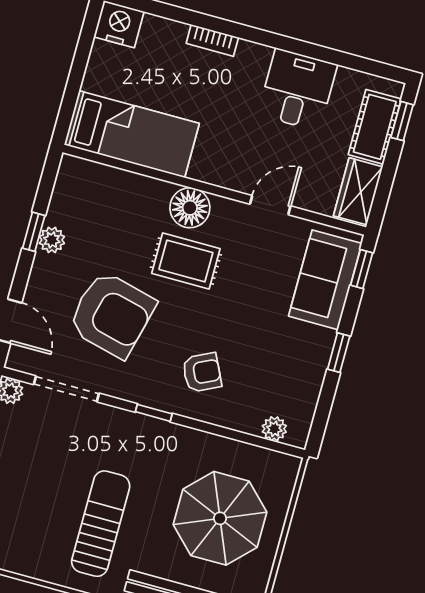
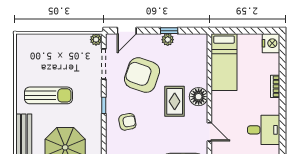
armchair: (112, 314) -> (142, 75), turned 95
armchair: (202, 372) -> (127, 122), turned -75

